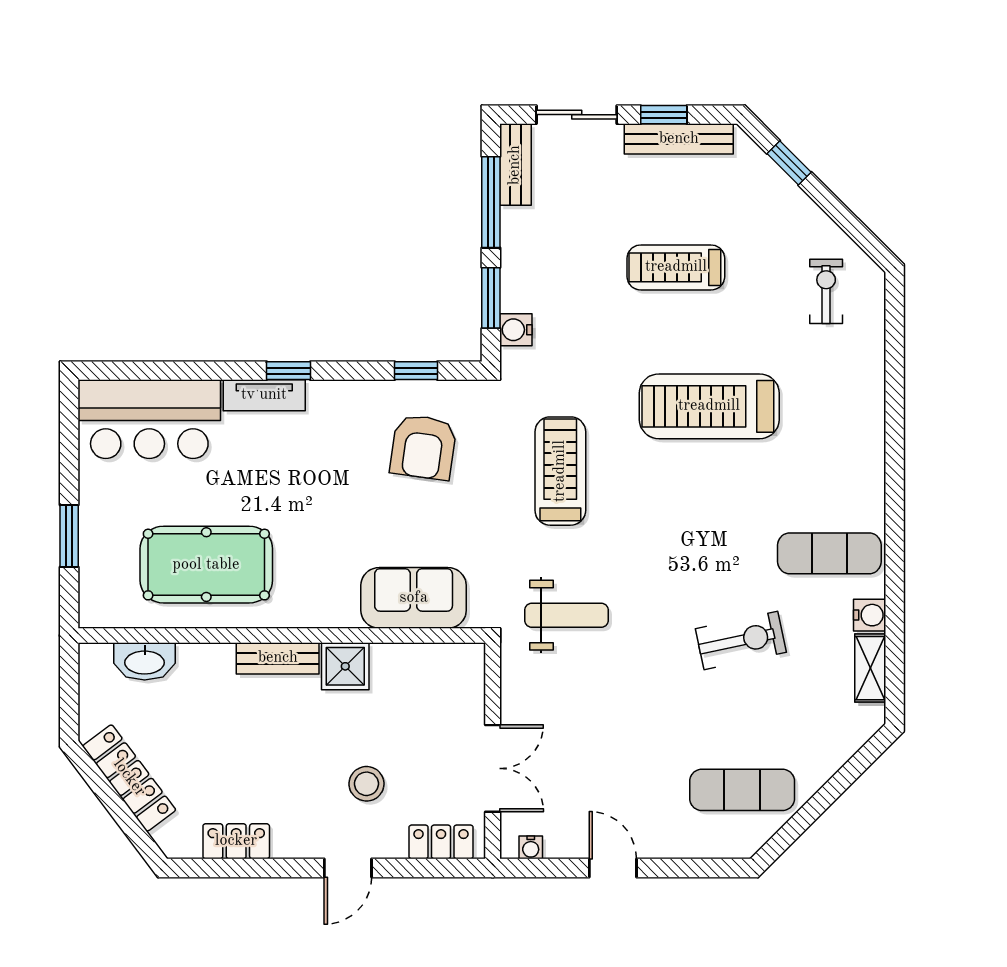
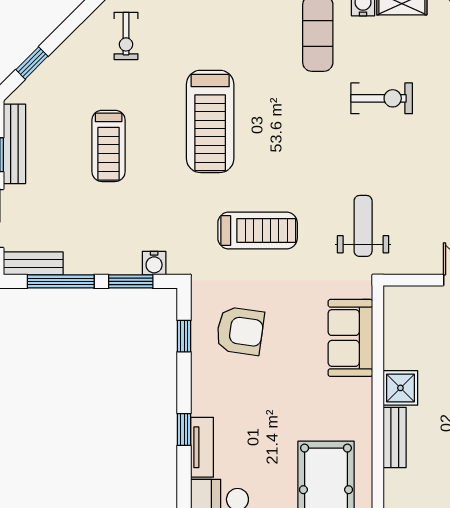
exercise bike: (826, 291) -> (126, 36), turned -90
treadmill: (560, 471) -> (258, 230), turned 180
exercise bike: (741, 640) -> (382, 98), turned 102

